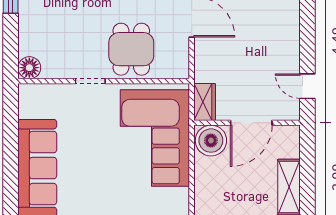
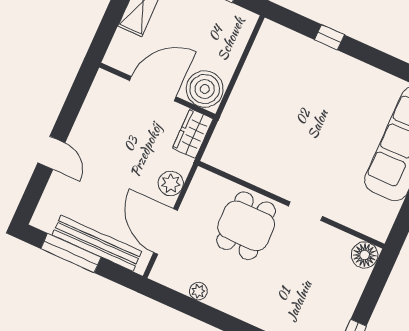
plant: (204, 56) -> (171, 183), added
door: (307, 86) -> (51, 153), moved
corner sofa: (155, 138) -> (264, 119), removed

